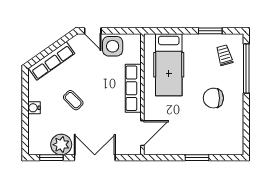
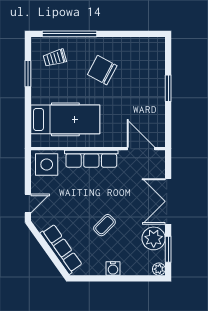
side table: (113, 46) -> (47, 164), moved
chair: (213, 98) -> (102, 70), turned 118
plant: (33, 149) -> (159, 269), added

